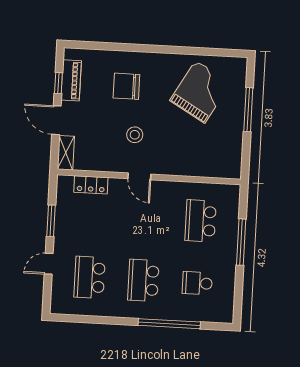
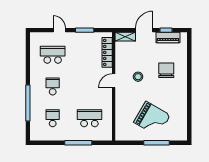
grand piano: (200, 92) -> (152, 119), moved
locker: (91, 185) -> (107, 52), width x1.53
school desk: (143, 280) -> (53, 86), width x0.54

